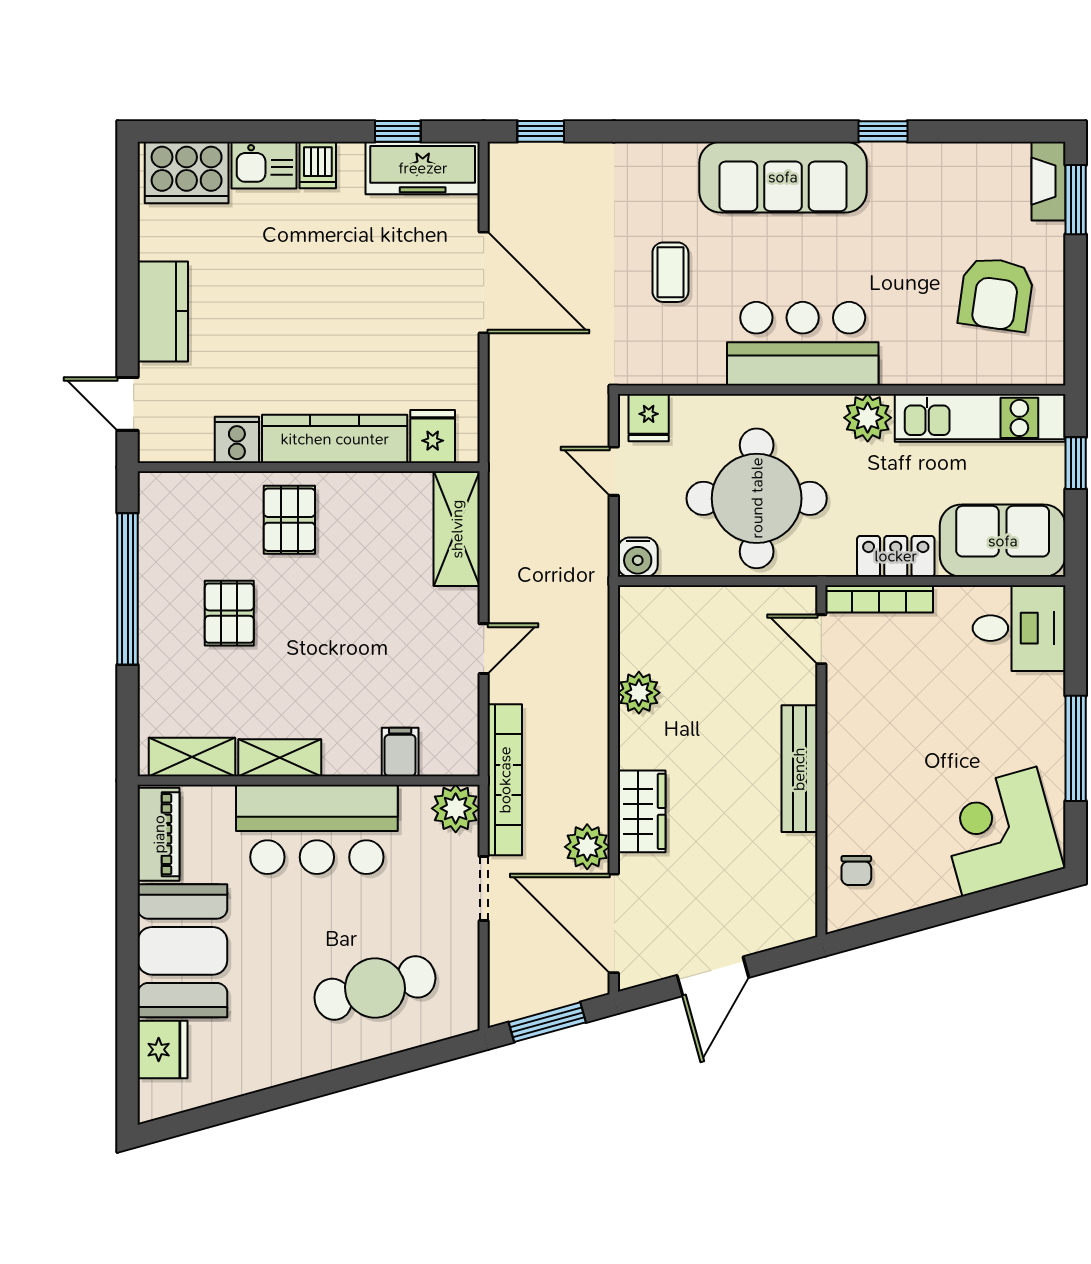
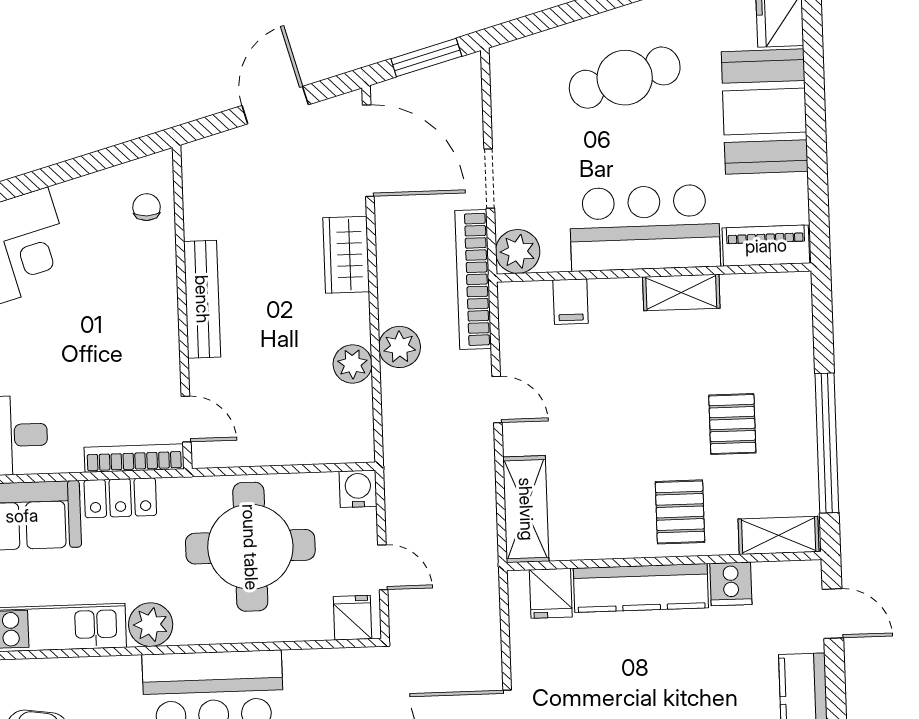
door: (484, 649) -> (497, 400), swing flipped
shelving: (192, 757) -> (779, 535), moved
piano: (159, 834) -> (766, 246), moved, turned 90
plant: (587, 847) -> (400, 347), moved
cafe table: (375, 988) -> (625, 78), moved

